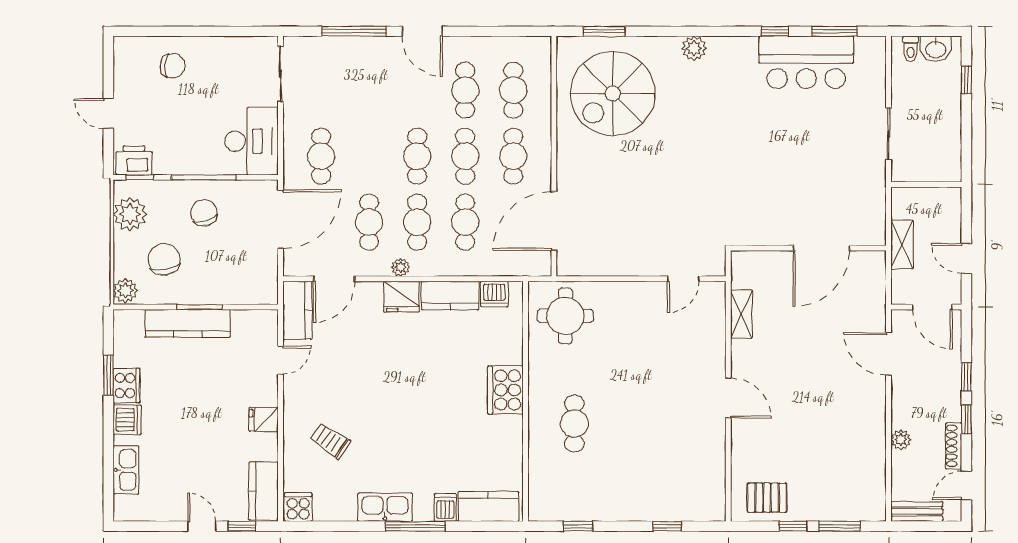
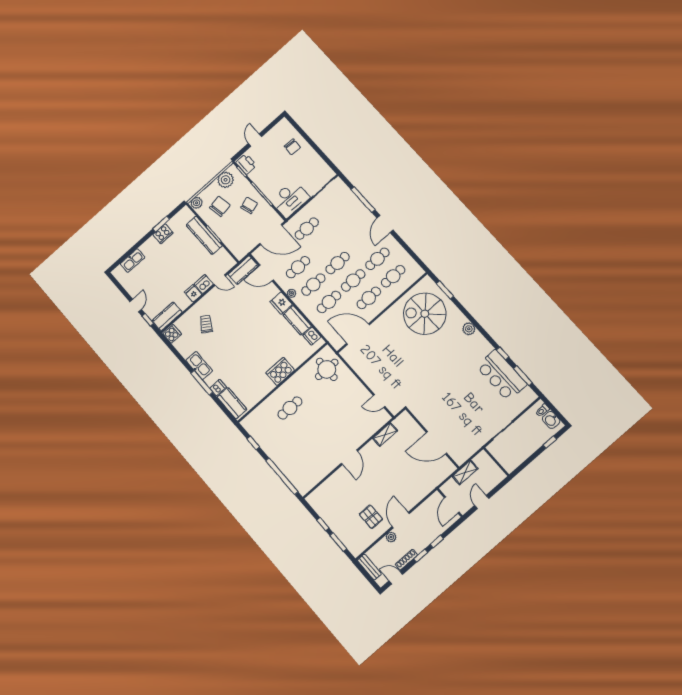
door: (889, 354) -> (401, 520), moved
dishwasher: (127, 420) -> (204, 284), moved, turned 180
pallet: (767, 498) -> (371, 517), moved
window: (667, 526) -> (282, 476), width x3.17

